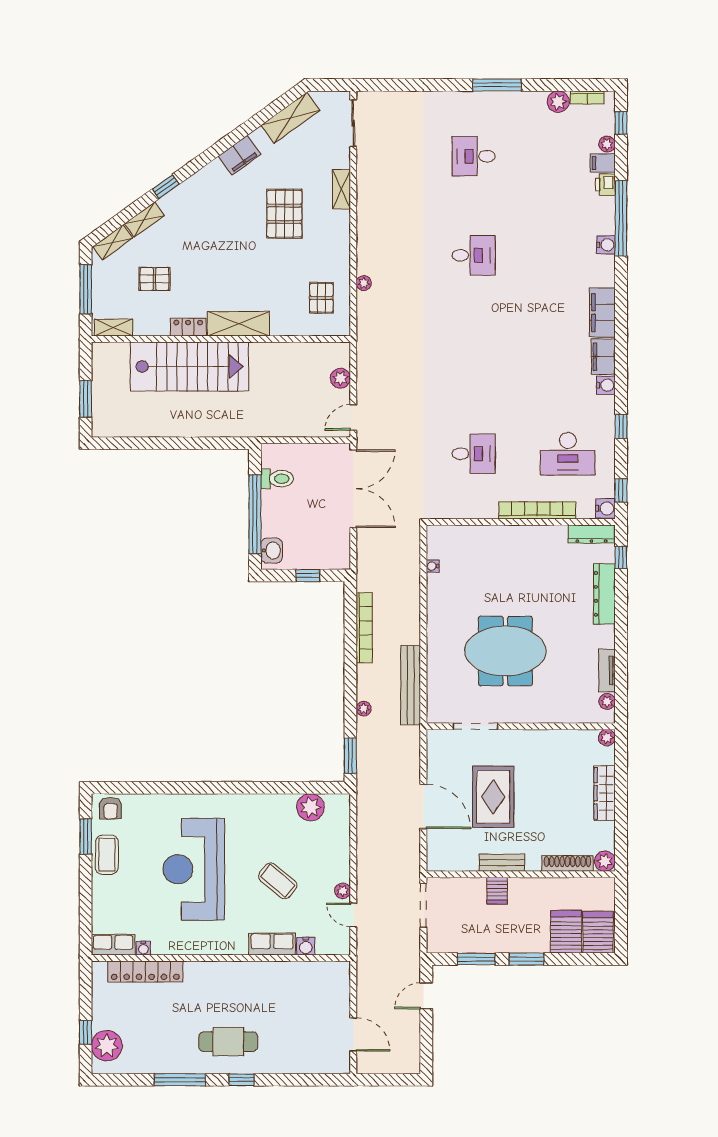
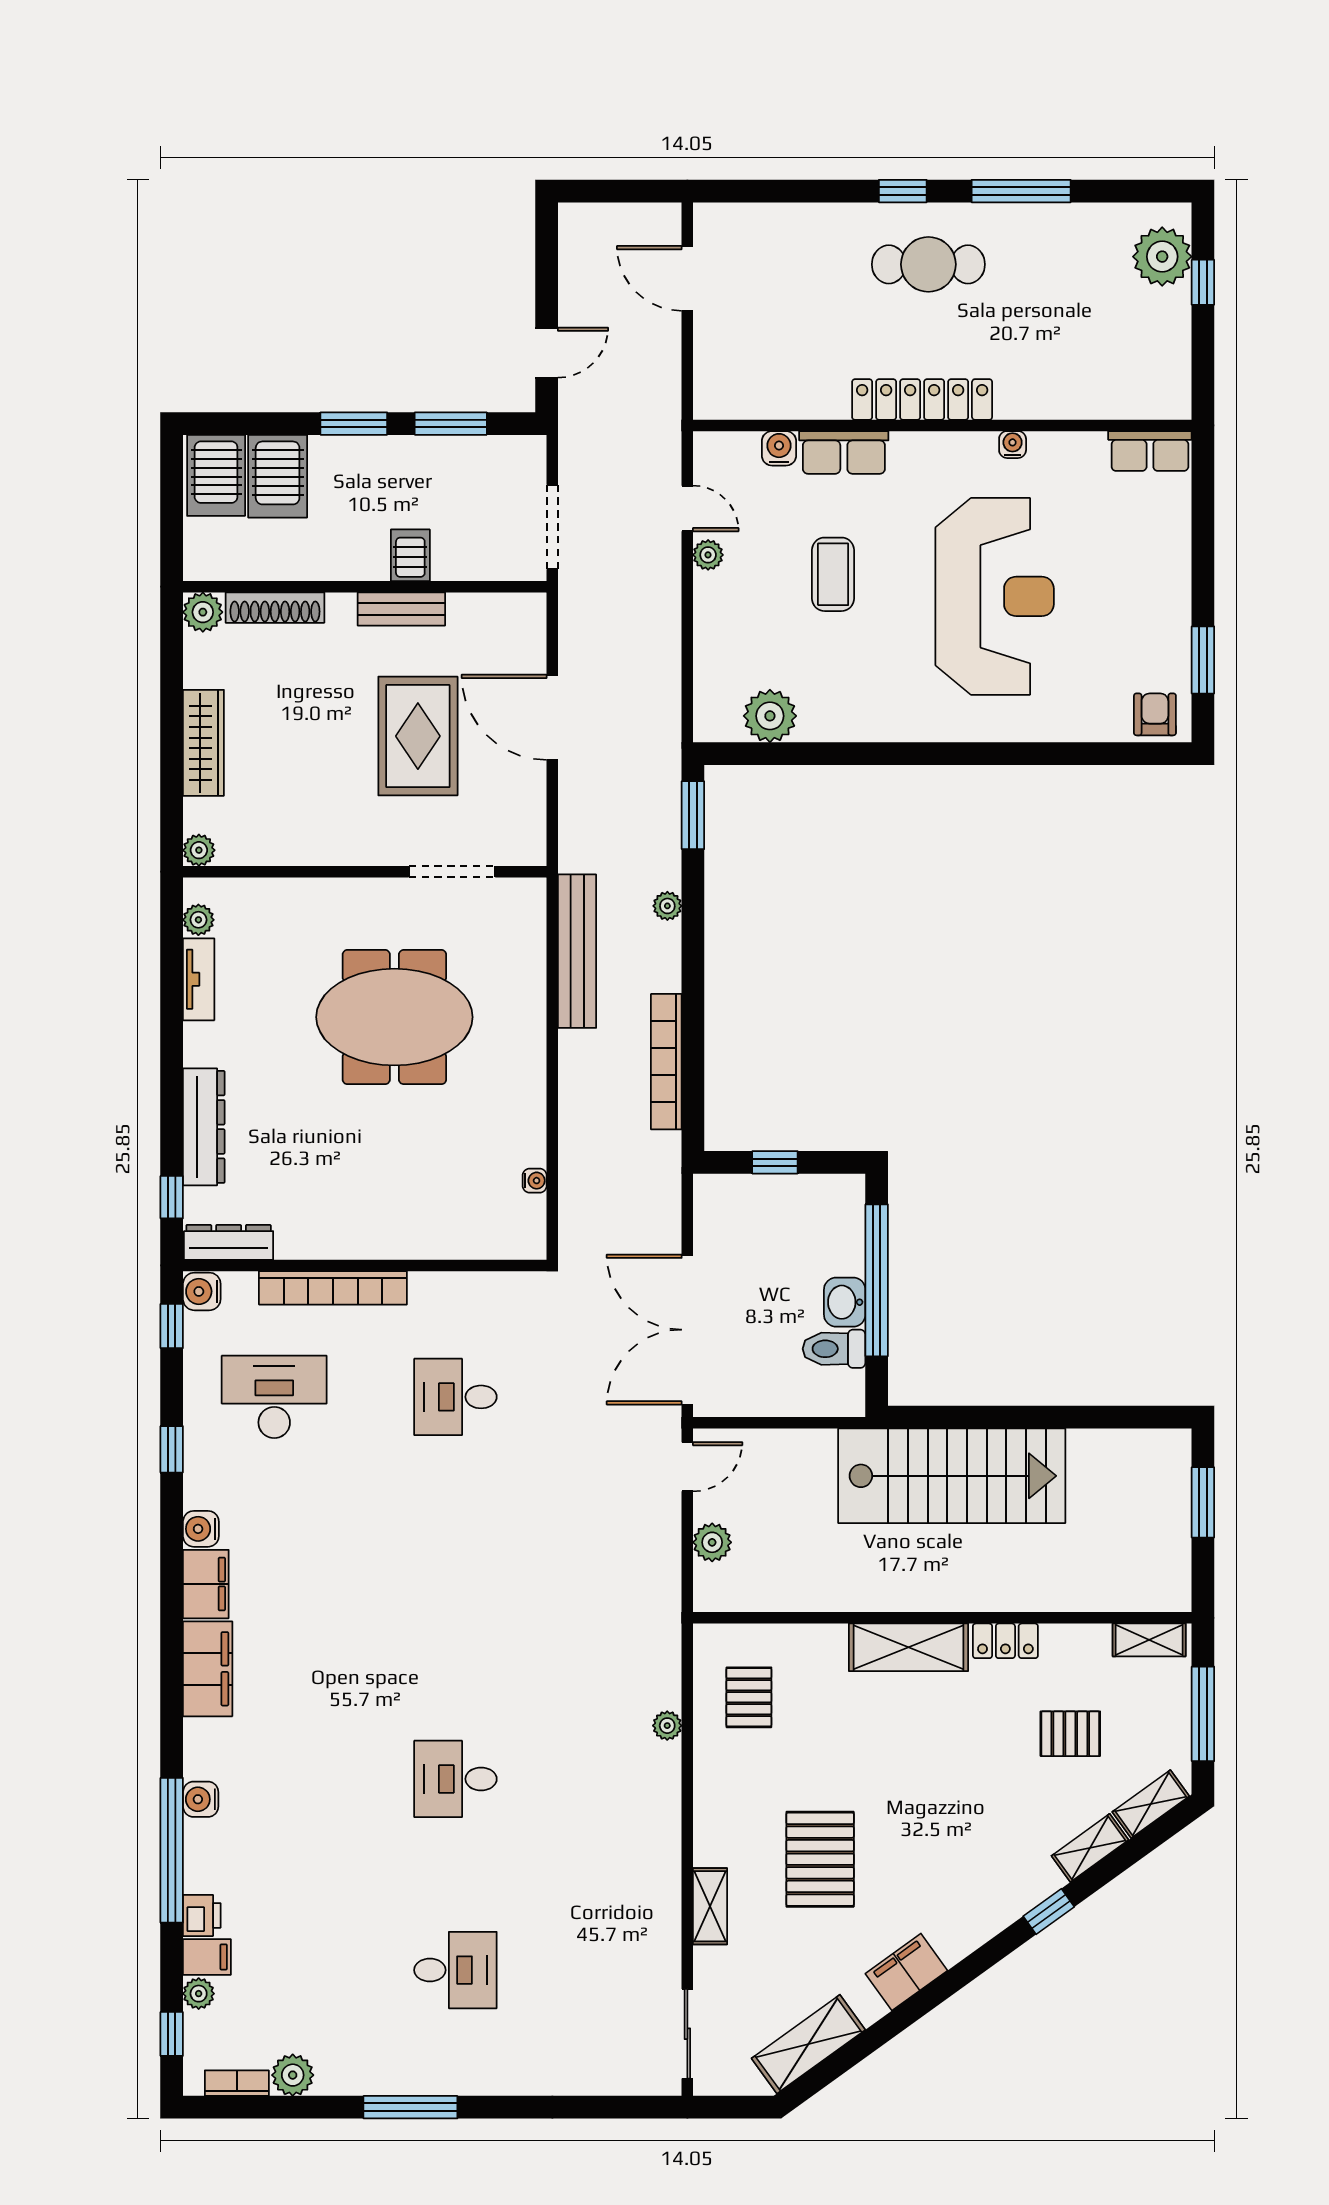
stairs: (189, 367) -> (952, 1476), moved, turned 180
washbasin: (272, 551) -> (845, 1302), moved
coffee table: (107, 855) -> (1162, 625), removed
coffee table: (278, 881) -> (833, 574), turned 50
water cooler: (143, 948) -> (1013, 445), moved
locker: (145, 972) -> (922, 399), moved

